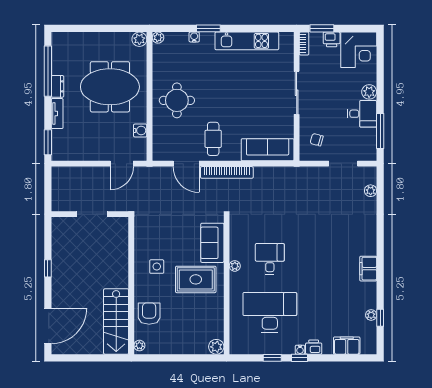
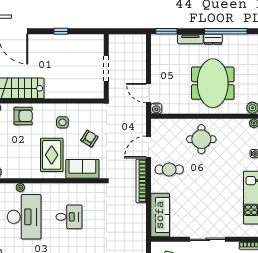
water cooler: (140, 130) -> (156, 108), moved
armchair: (176, 234) -> (89, 139), added
plant: (235, 266) -> (20, 188), moved

